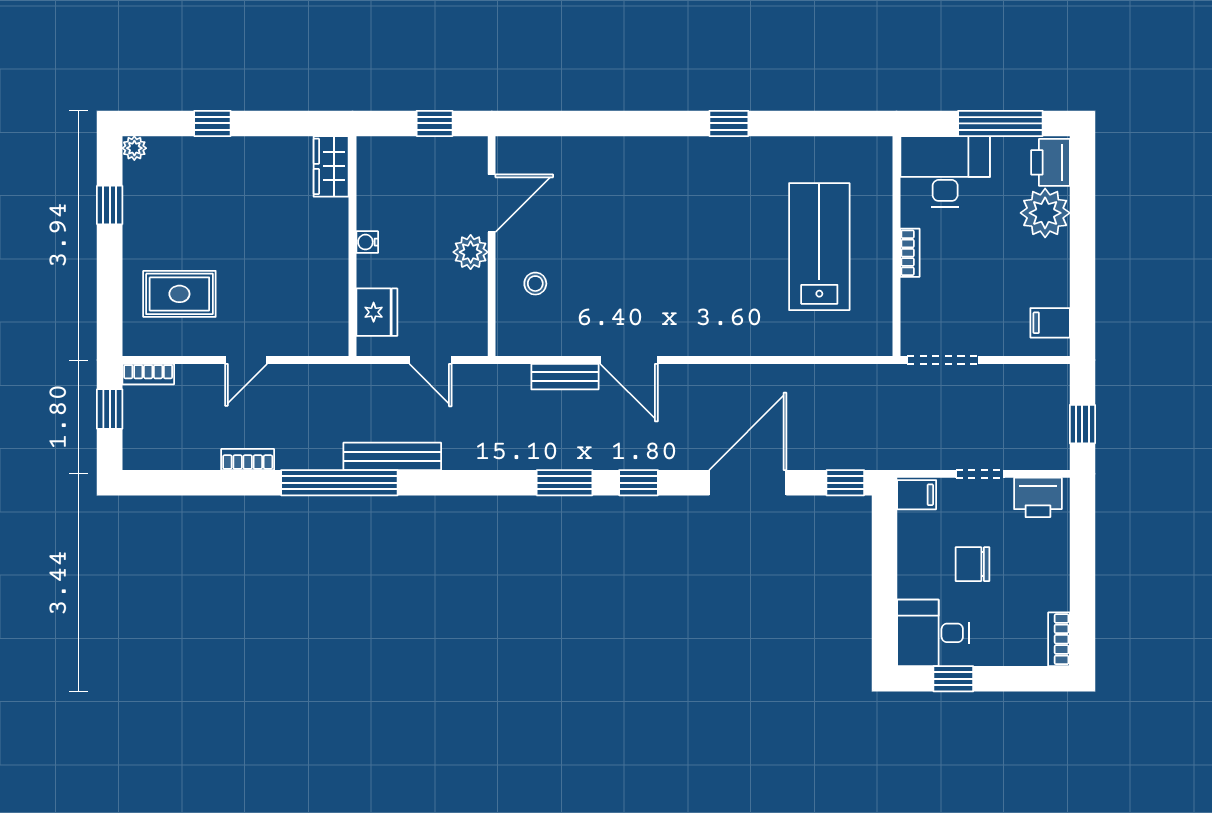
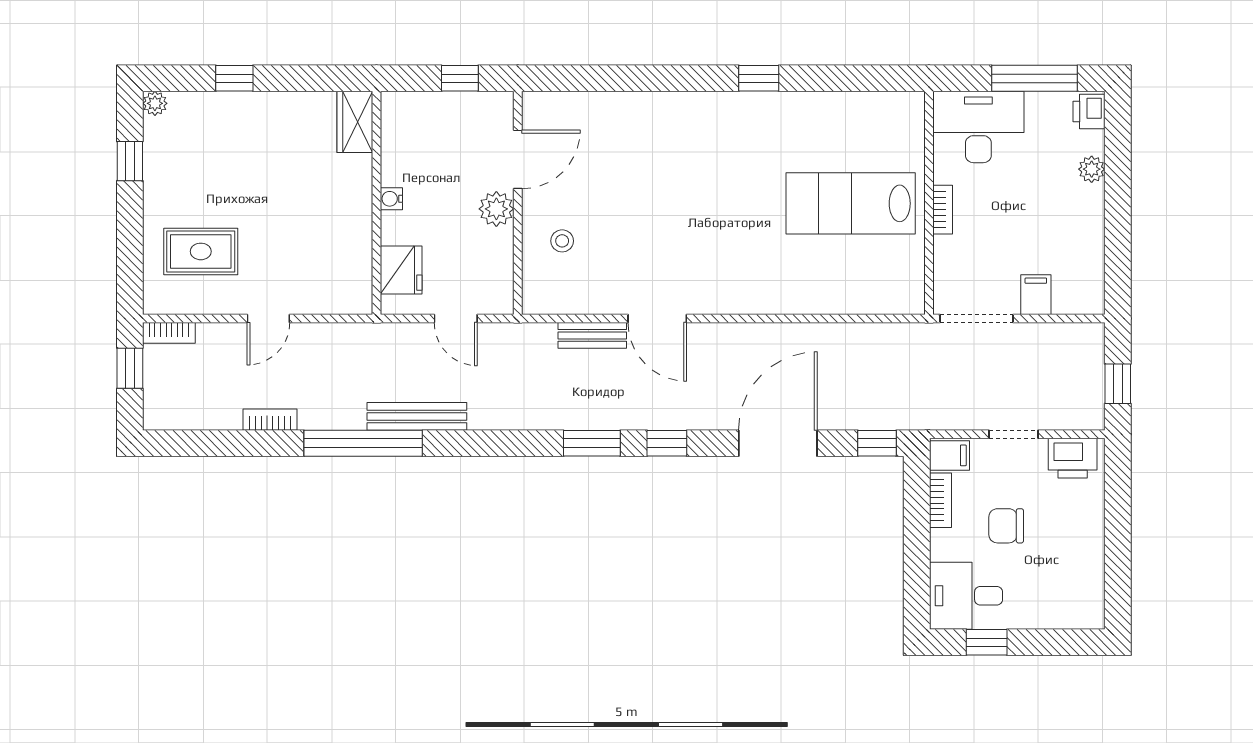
printer: (1050, 162) -> (1089, 111), width x0.73, depth x0.81
plant: (1045, 213) -> (1092, 169), width x0.53, depth x0.53
lab bench: (819, 247) -> (851, 203), turned -90
filing cabinet: (1050, 323) -> (1036, 295), moved, turned 90
bookcase: (1059, 639) -> (941, 500), moved, turned 180

